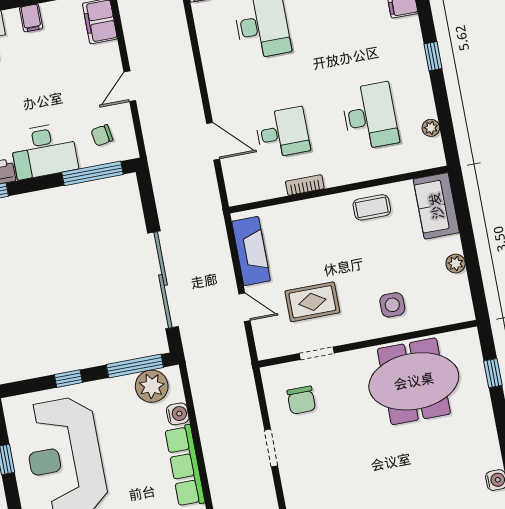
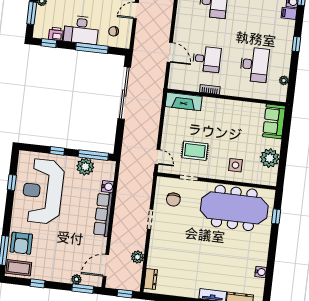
window: (93, 173) -> (92, 48), moved
coffee table: (372, 207) -> (241, 112), removed
fireplace: (251, 251) -> (184, 101), moved, turned 90
plant: (456, 263) -> (270, 158), width x1.88, depth x1.88
sliding door: (163, 280) -> (124, 93), moved
door: (245, 307) -> (157, 157), moved
meeting table: (414, 381) -> (234, 208), width x1.36
plant: (152, 386) -> (85, 167), moved

